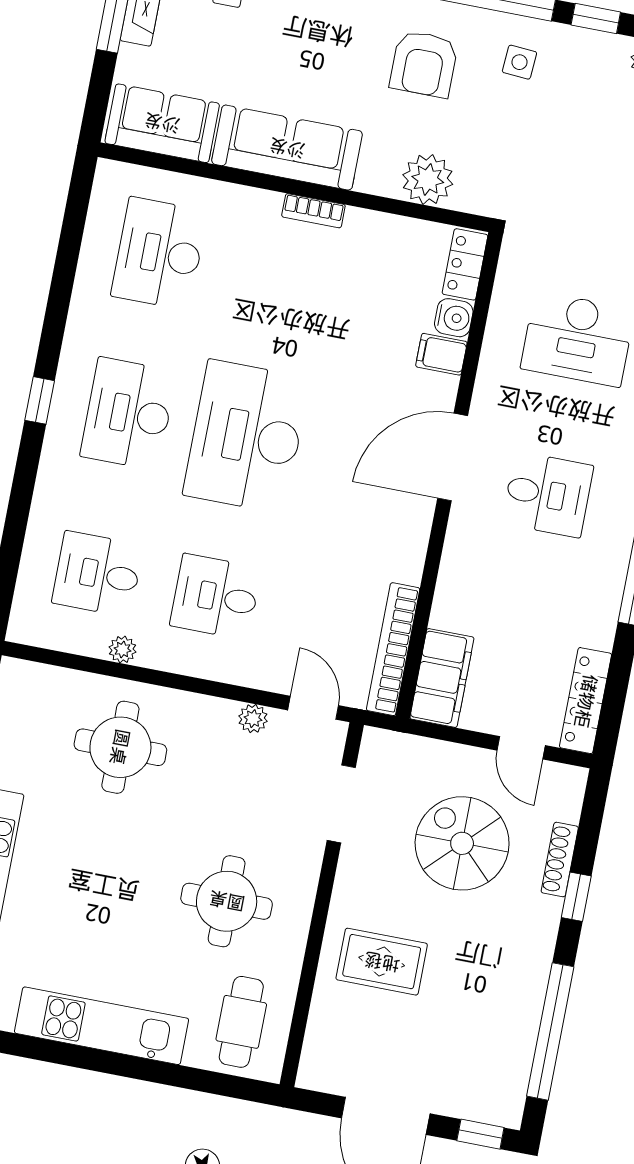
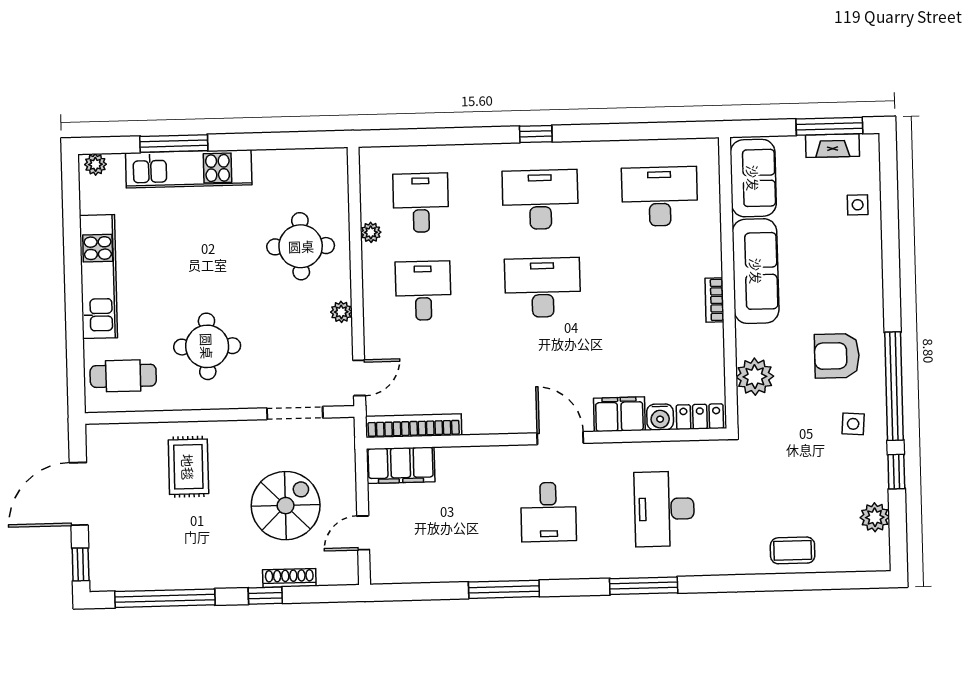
filing cabinet: (441, 354) -> (619, 414), width x2.00
desk: (246, 436) -> (543, 288), width x0.73, depth x0.77
door: (453, 457) -> (560, 438), width x0.73
locker: (586, 701) -> (407, 571), removed
plant: (253, 719) -> (341, 312), moved

